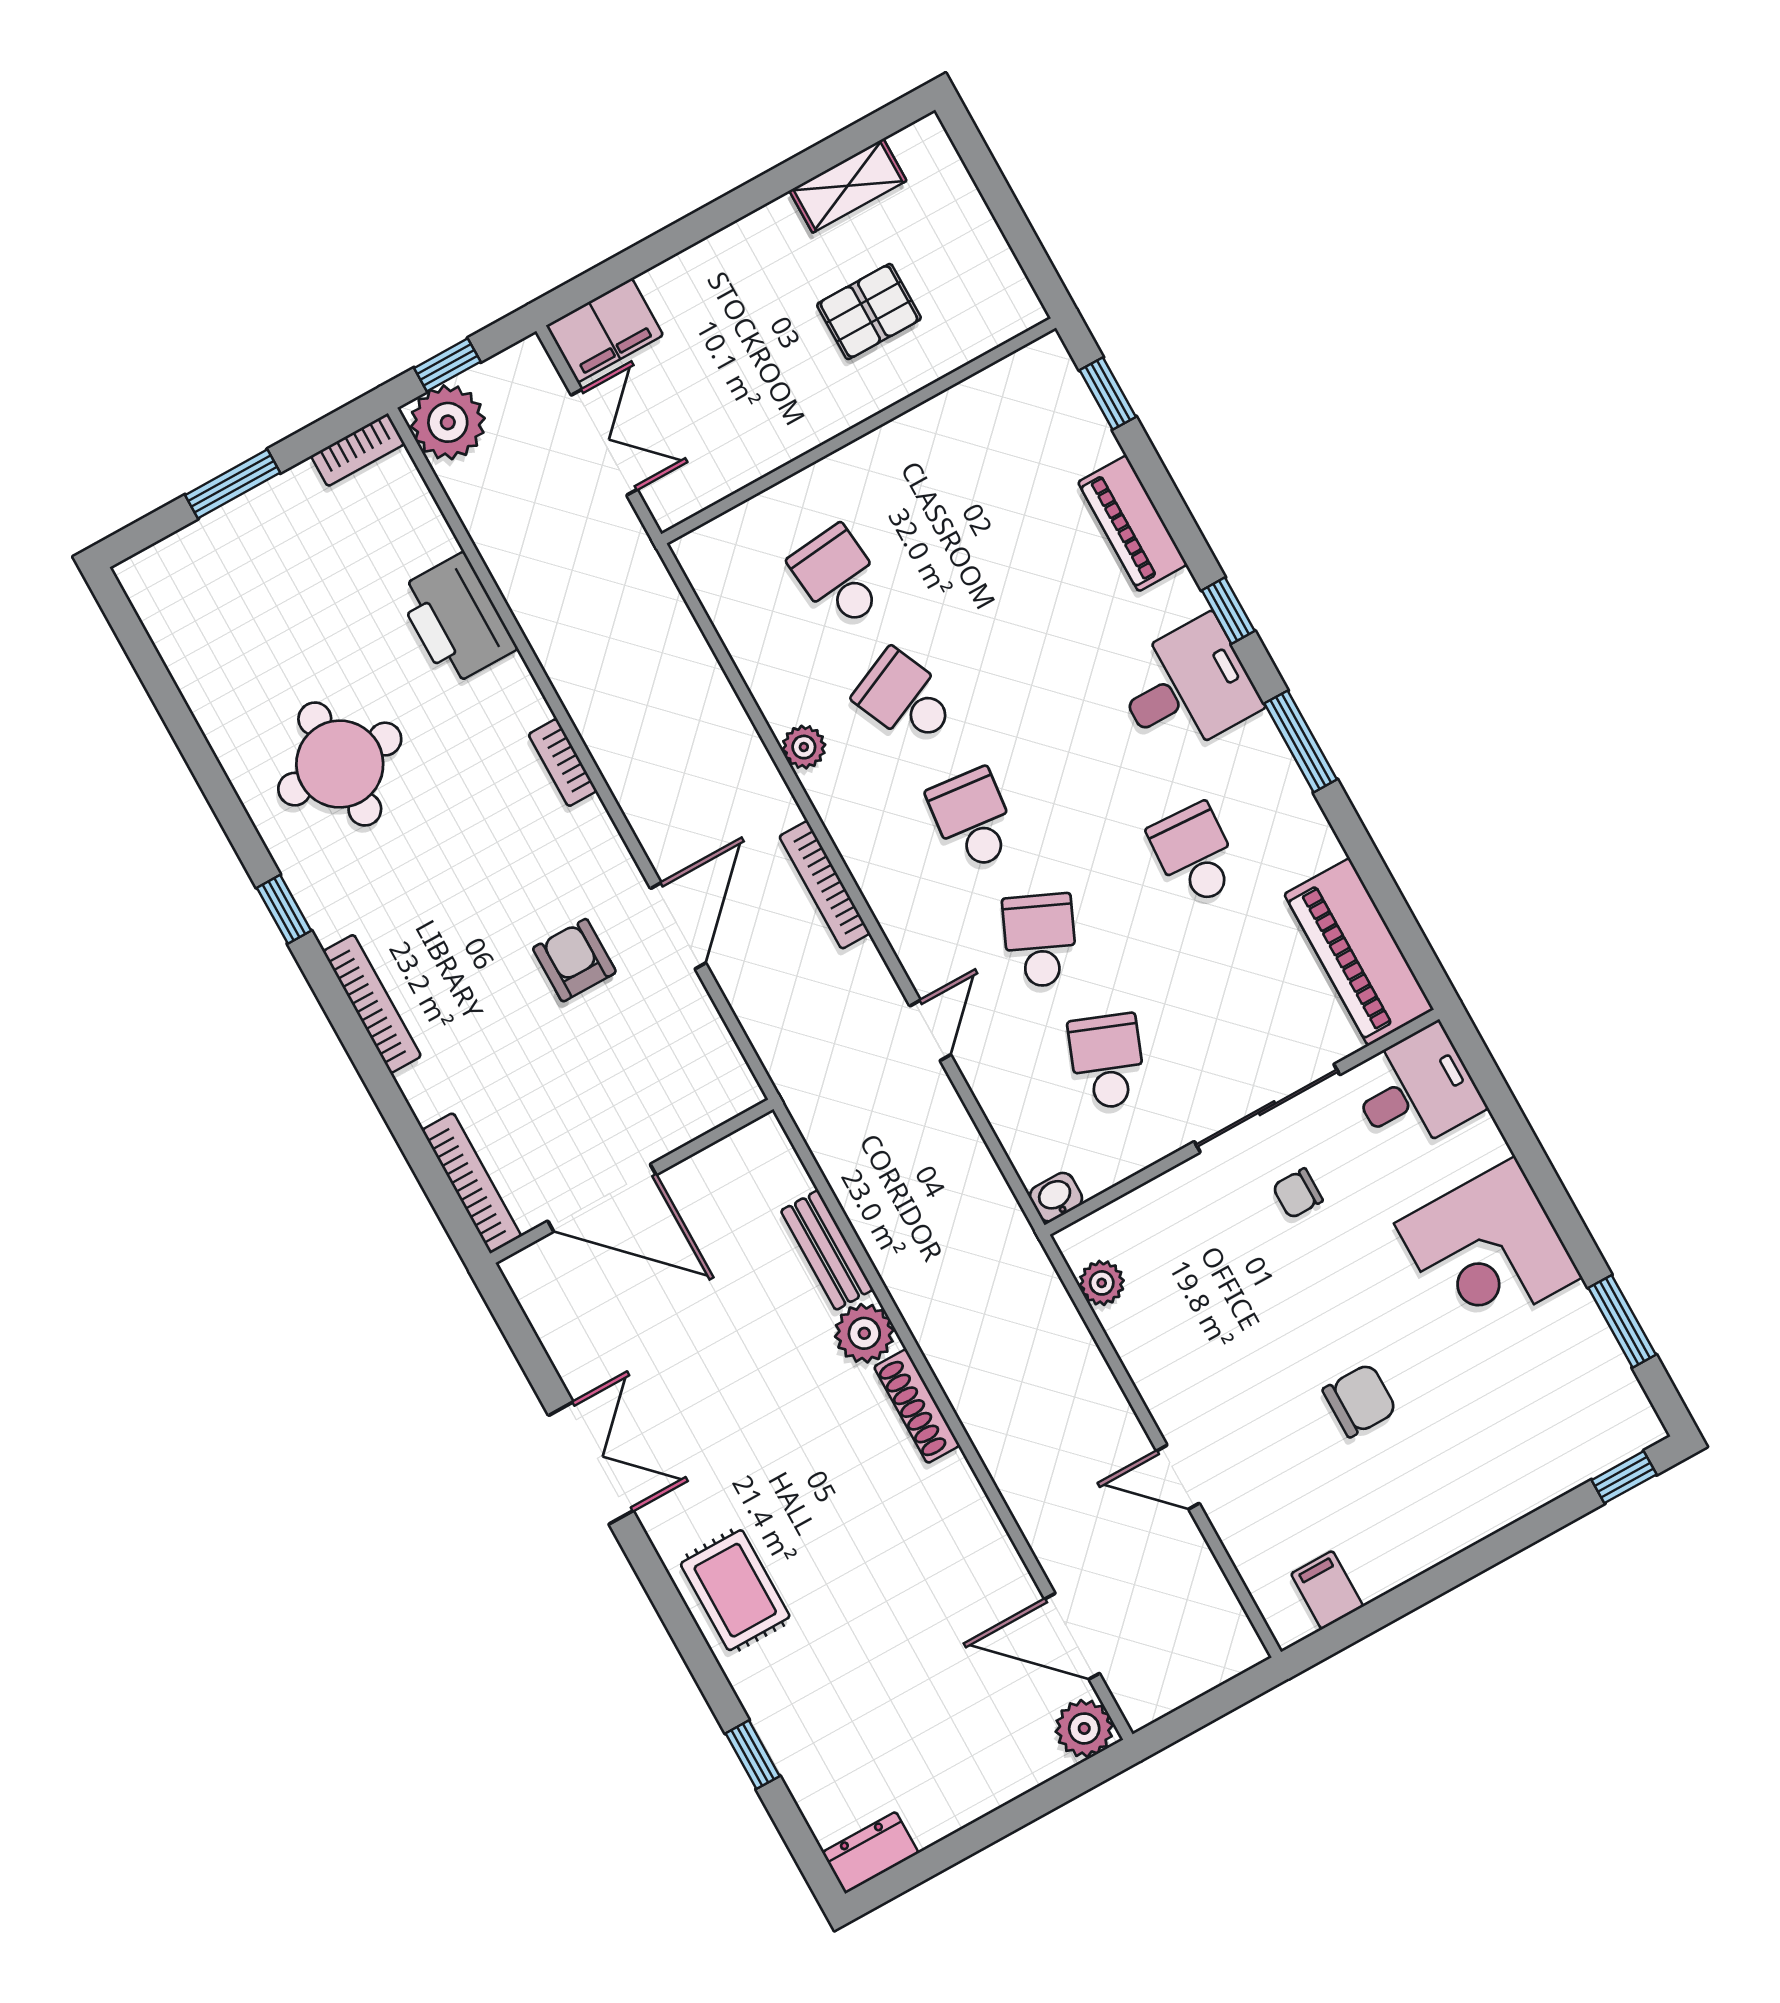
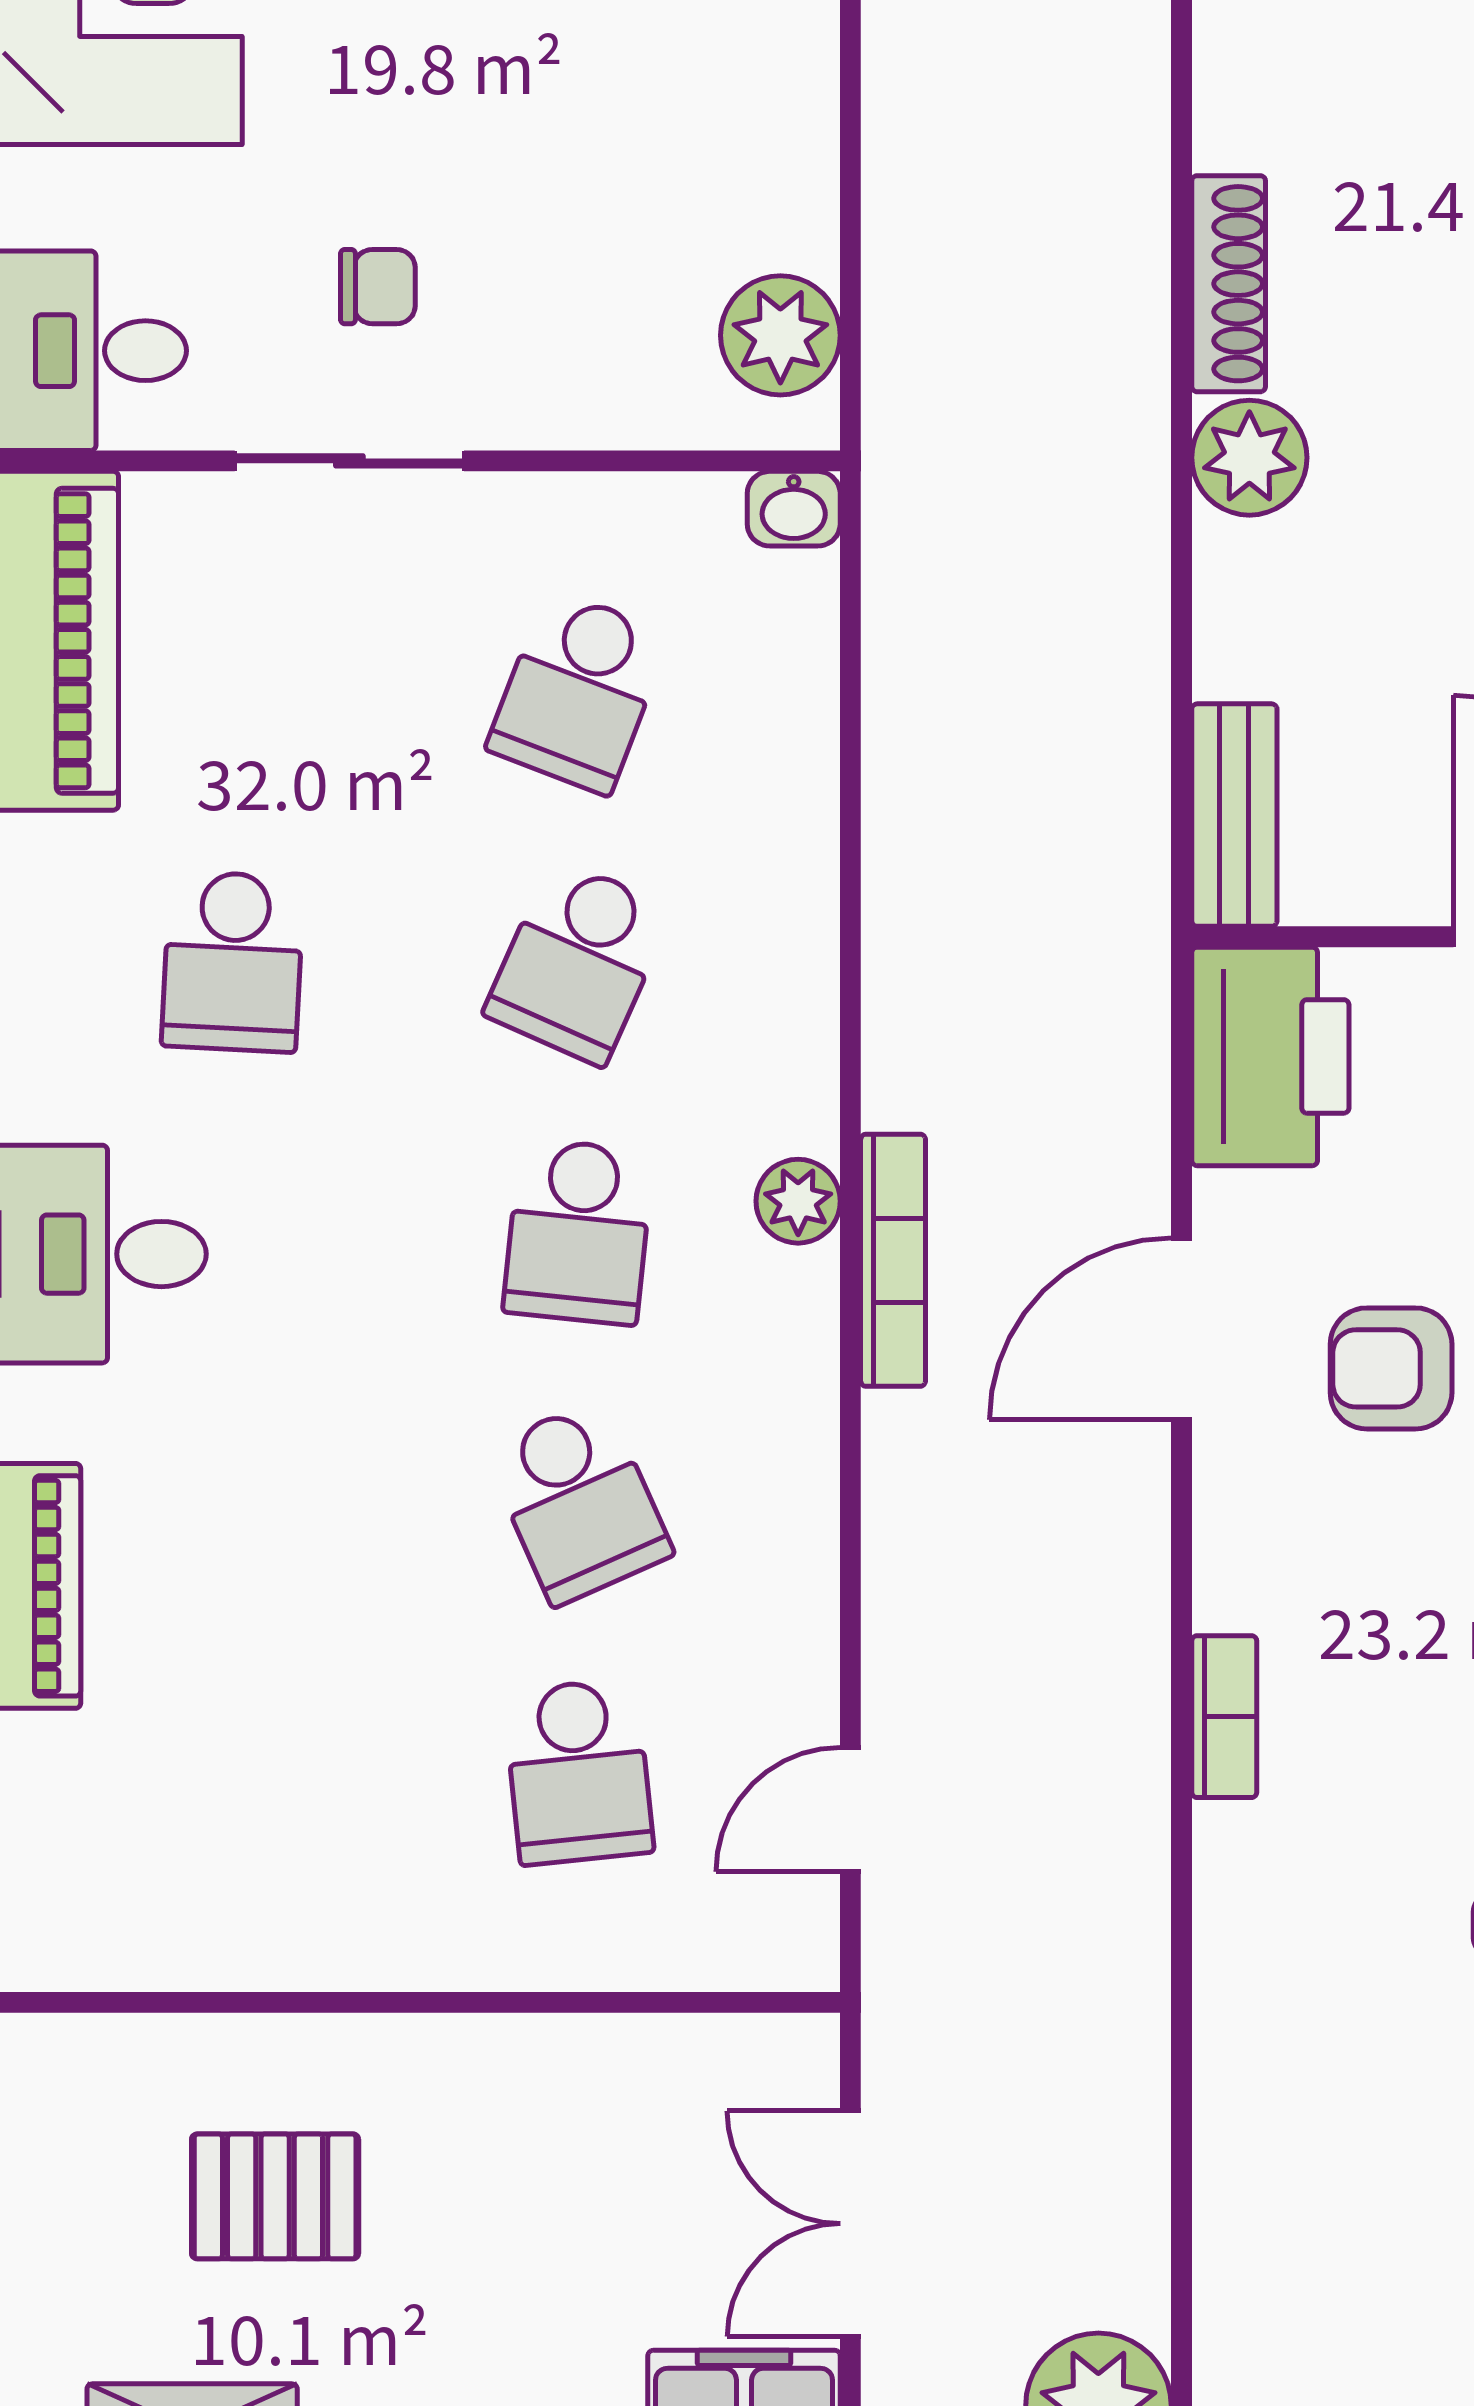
printer: (456, 619) -> (1270, 1056), moved
plant: (804, 747) -> (798, 1201), moved
armchair: (574, 960) -> (1391, 1368), turned 90
door: (930, 1030) -> (850, 1810), moved
sliding door: (1267, 1108) -> (349, 461), width x0.73
bench: (827, 1250) -> (1234, 815), moved
plant: (1102, 1283) -> (780, 335), width x1.38, depth x1.38

